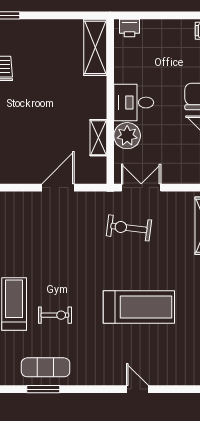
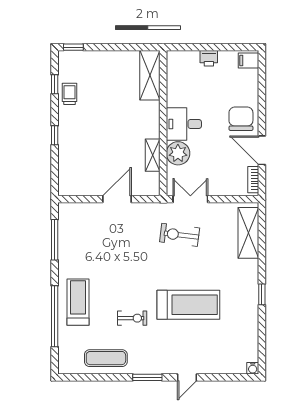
printer: (129, 28) -> (209, 58), moved
exercise bike: (55, 315) -> (132, 318), moved
window: (43, 389) -> (147, 377), moved
door: (137, 389) -> (187, 377), swing flipped

